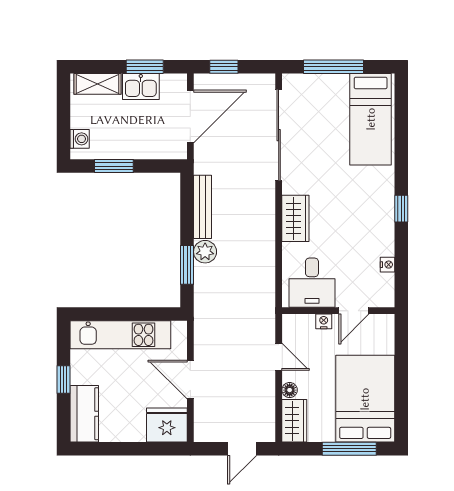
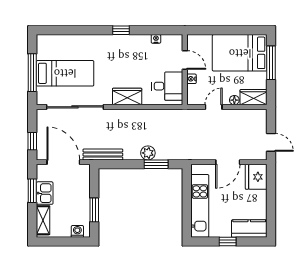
bed: (371, 119) -> (65, 73), moved
bench: (203, 207) -> (103, 155), moved
door: (242, 449) -> (271, 142), moved

